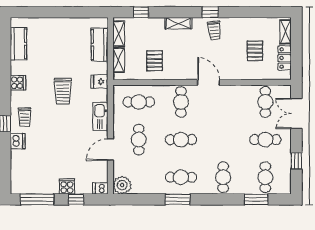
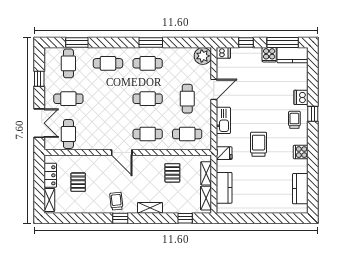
cafe table: (181, 102) -> (148, 134), turned 90
cafe table: (223, 177) -> (108, 63), turned 90
kitchen counter: (27, 186) -> (292, 55), added
cooker: (67, 186) -> (269, 55), moved

